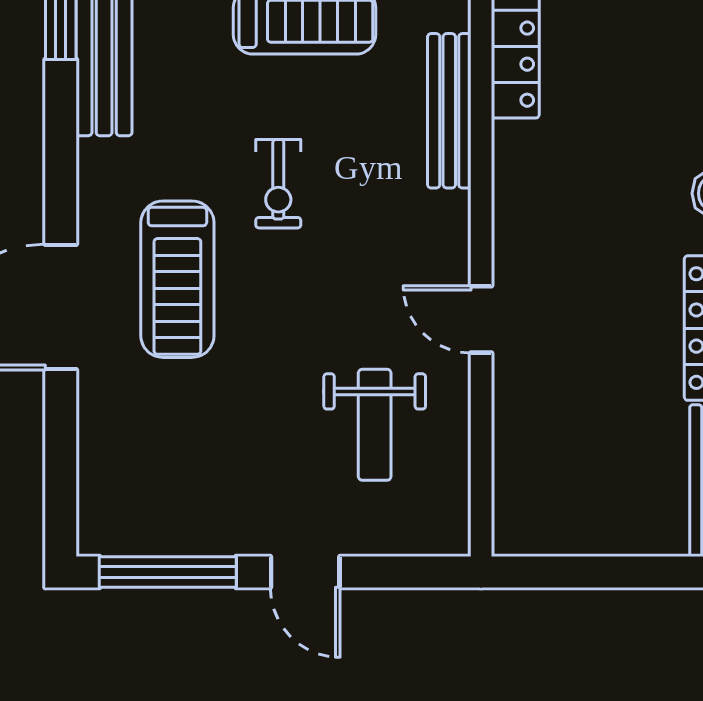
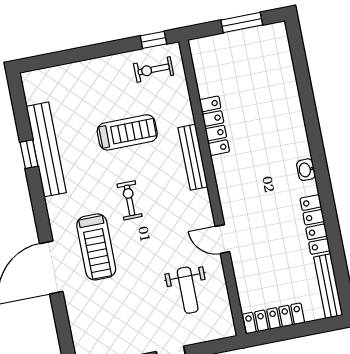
exercise bike: (278, 184) -> (129, 200), turned 180
locker: (566, 532) -> (274, 318), added

